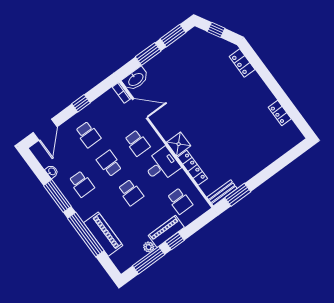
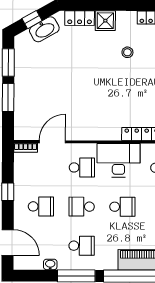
washbasin: (136, 79) -> (44, 29), moved, turned 60
stool: (243, 115) -> (127, 52), added
shower: (179, 144) -> (105, 21), moved
desk: (162, 165) -> (118, 160), width x1.37

